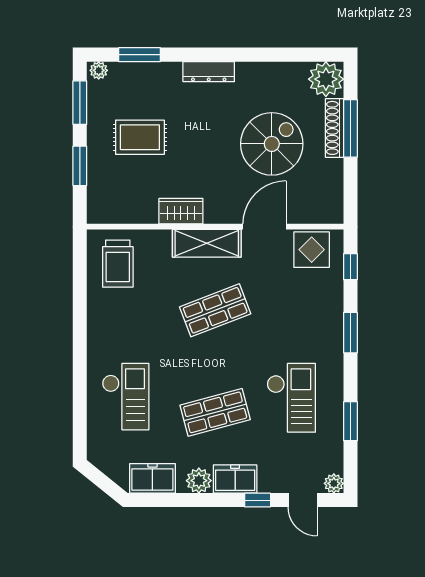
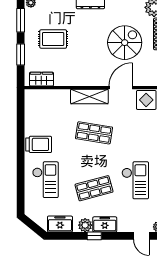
wardrobe: (181, 211) -> (41, 79), moved
trolley: (118, 264) -> (39, 144), moved, turned -90
shop shelf: (215, 310) -> (94, 133), turned 30
window: (258, 500) -> (94, 236), moved

